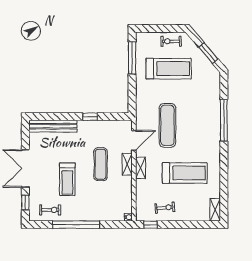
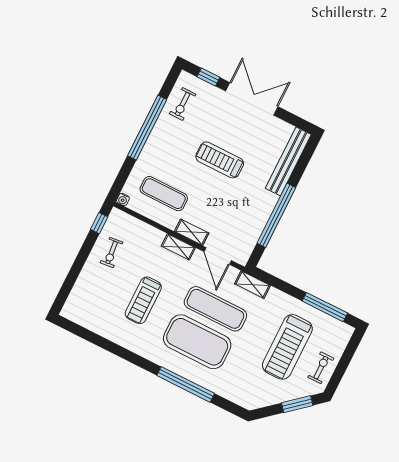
window: (208, 53) -> (297, 404), moved
window: (90, 117) -> (276, 215), width x3.17
exercise mat: (194, 126) -> (197, 342), added
exercise mat: (101, 164) -> (164, 194), moved
treadmill: (185, 173) -> (143, 300), width x0.73, depth x0.73
treadmill: (67, 179) -> (220, 160), moved
shelving: (215, 210) -> (253, 285), moved

